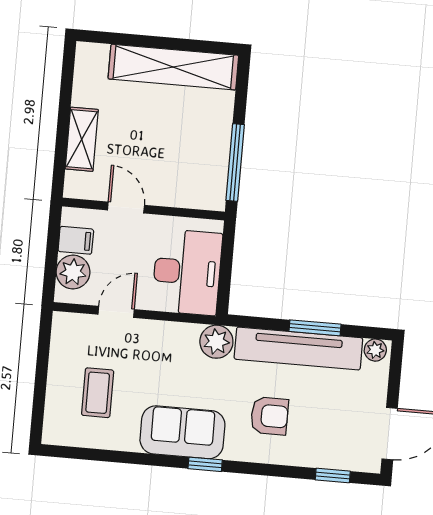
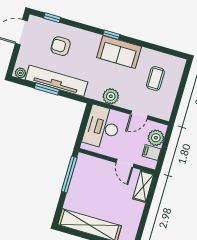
shelving: (82, 139) -> (143, 186), moved
plant: (216, 342) -> (111, 96), moved
armchair: (269, 416) -> (61, 46), moved

